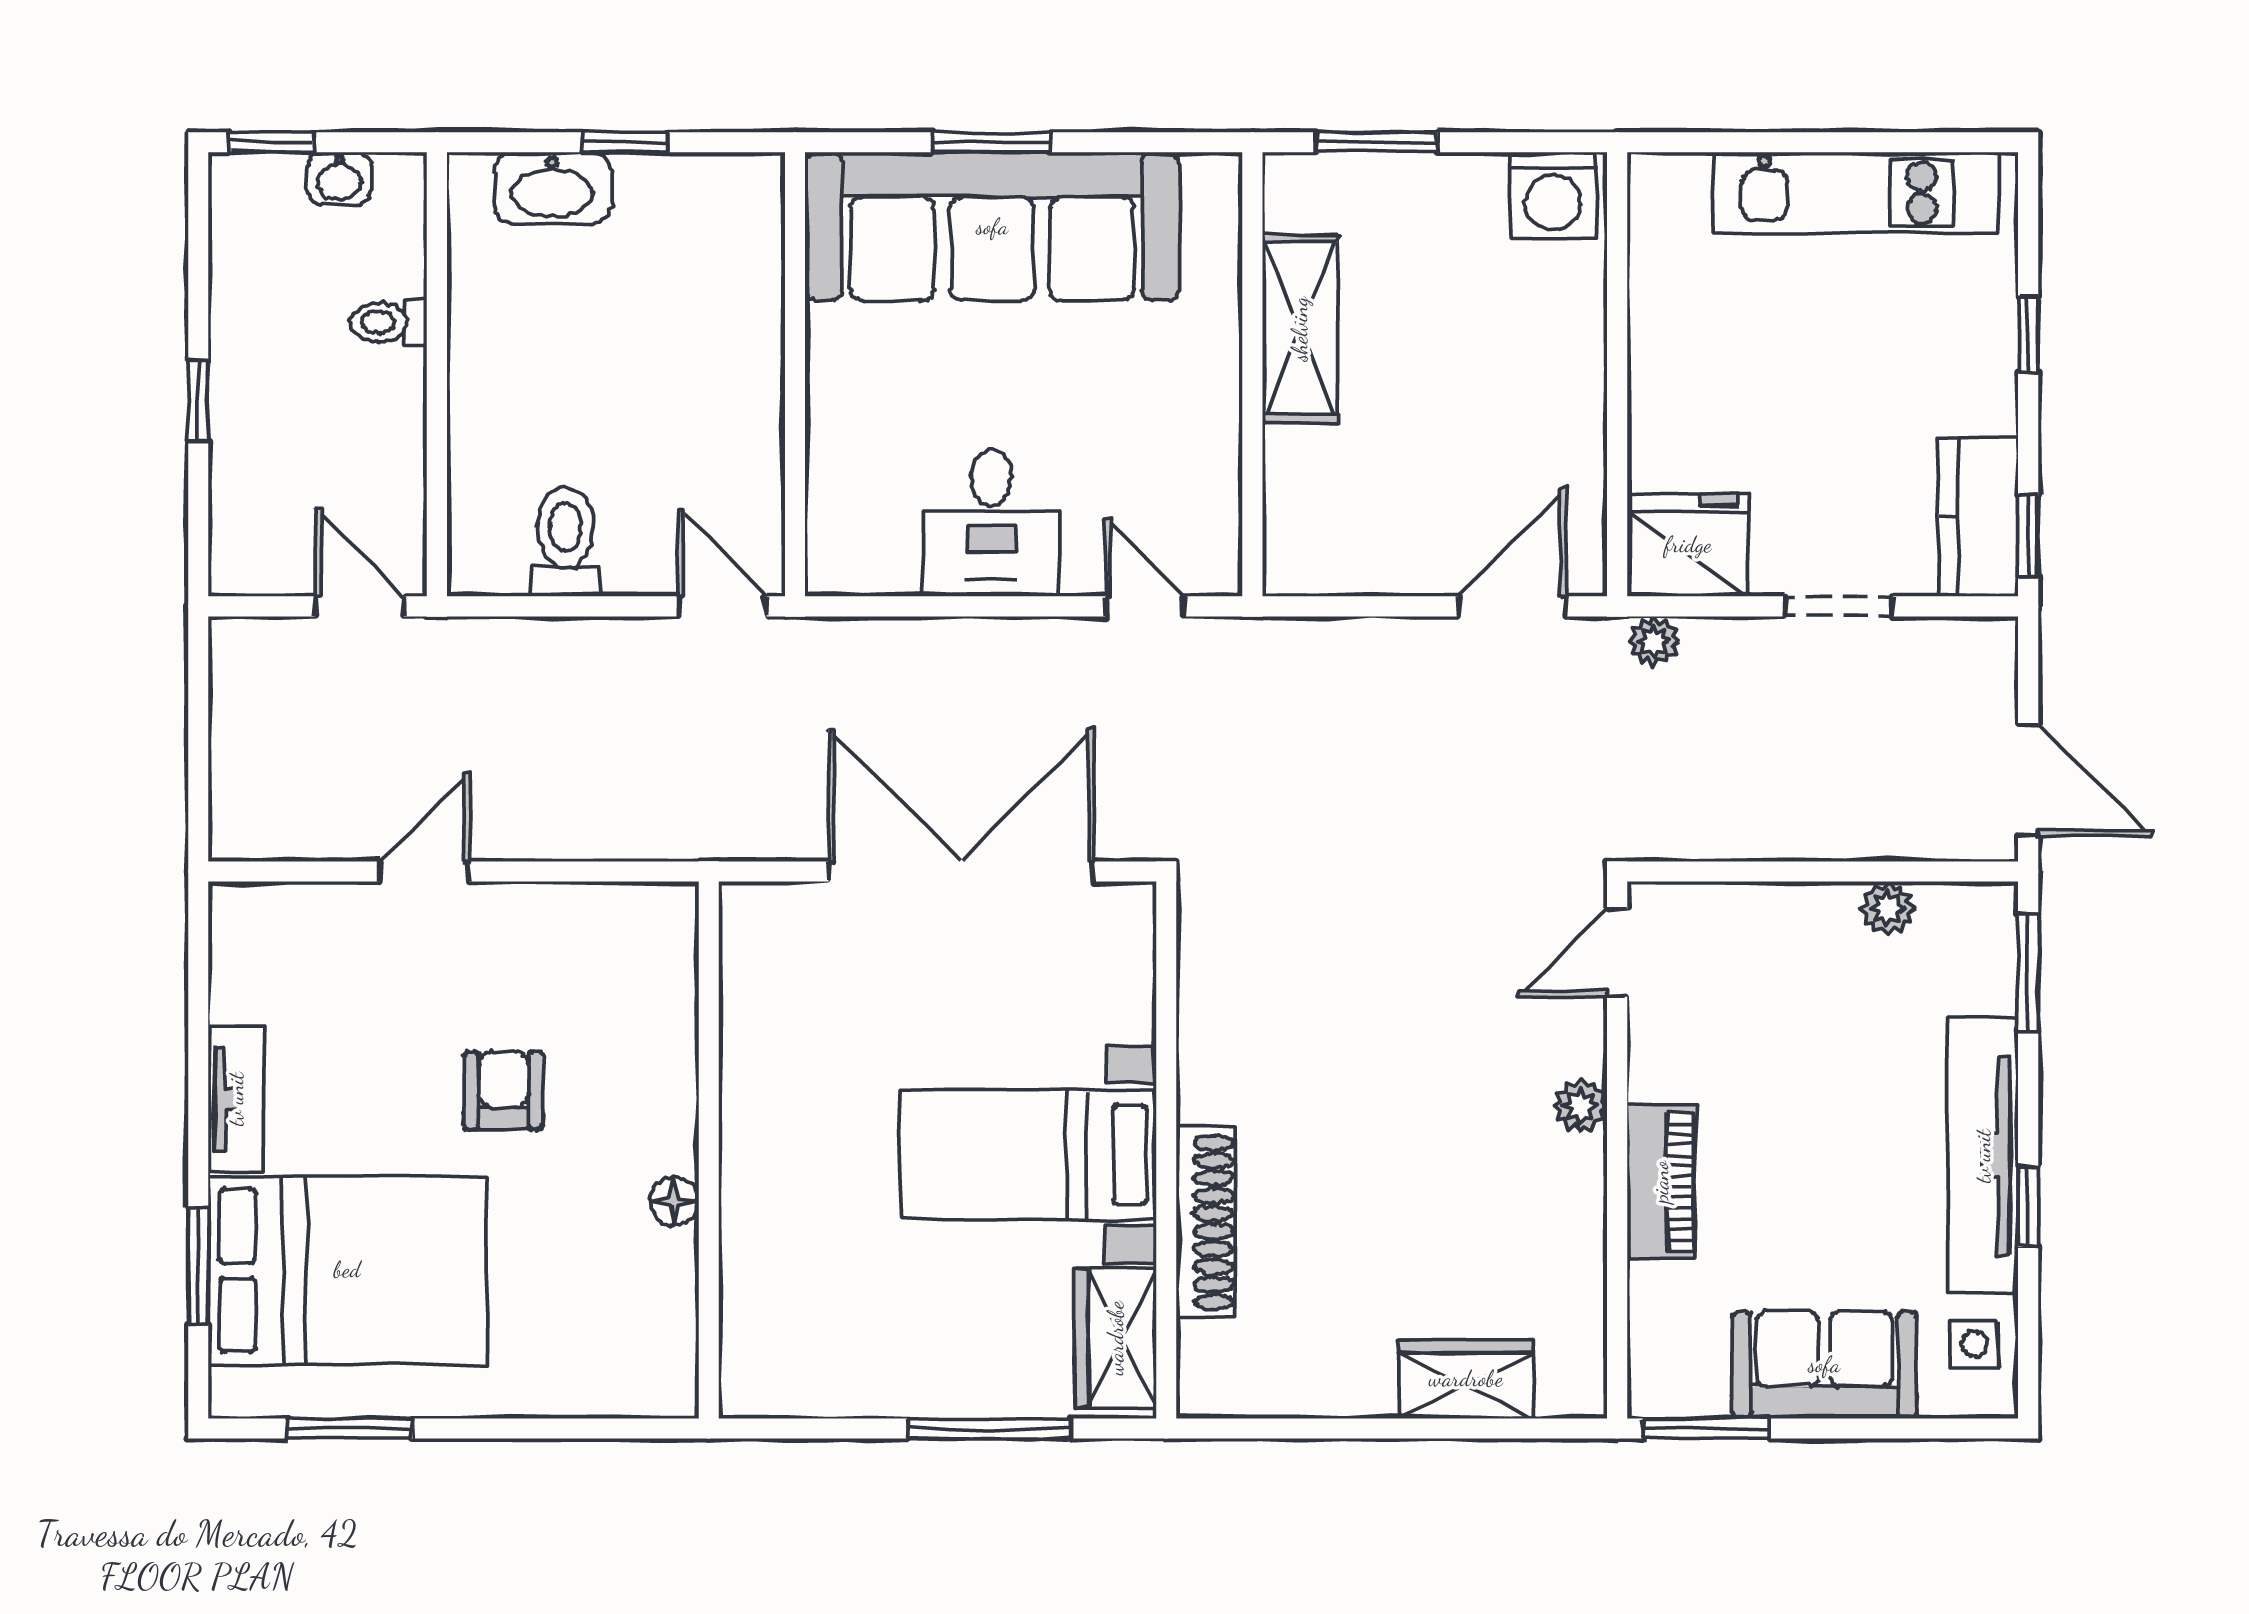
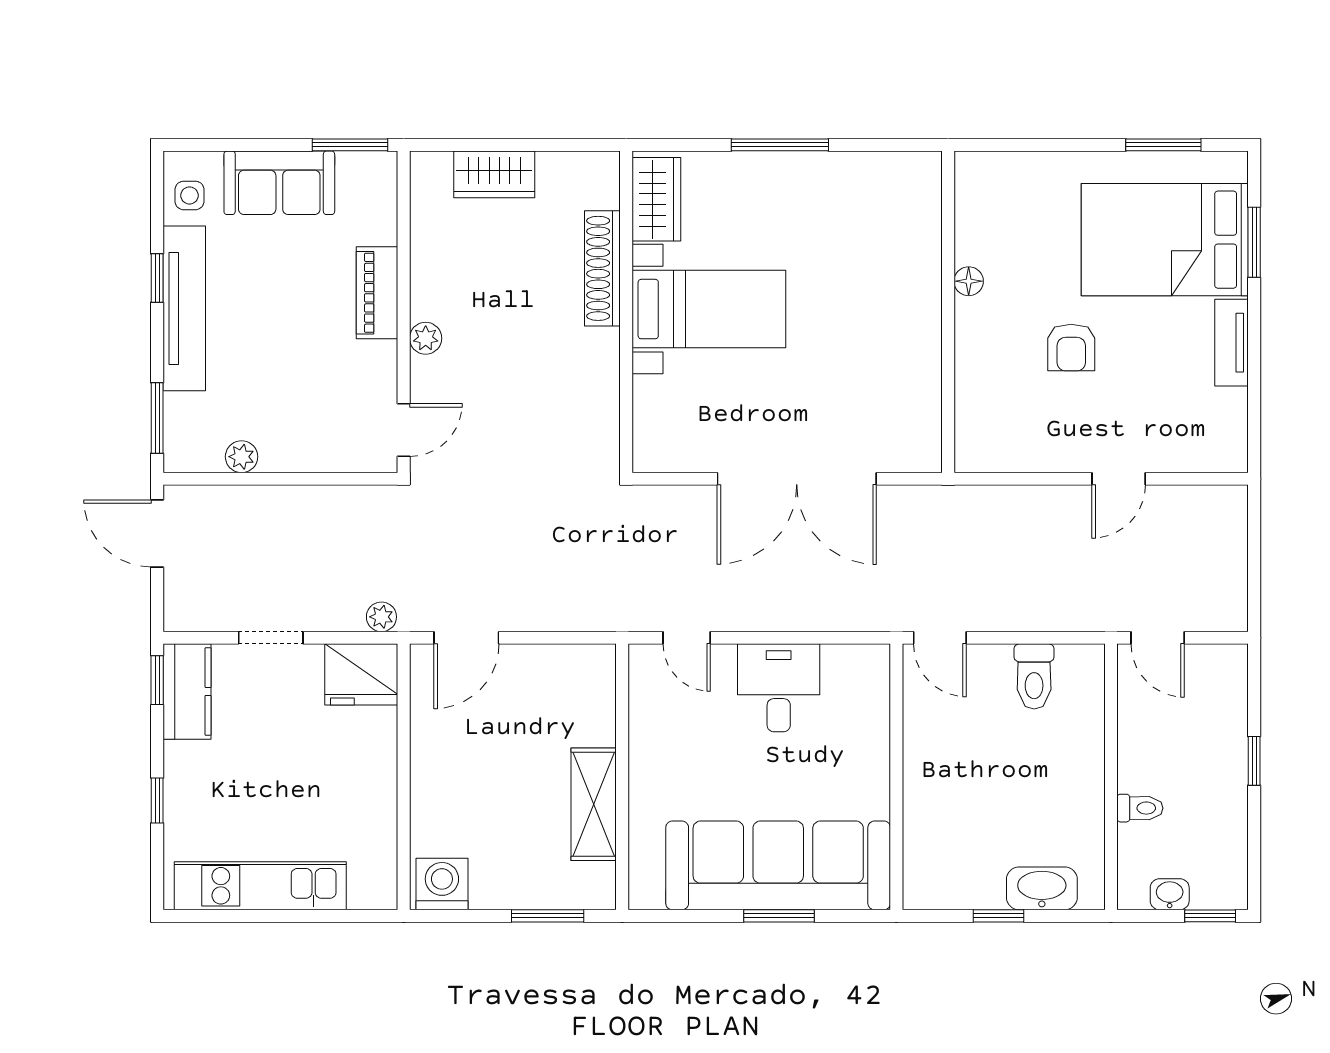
wall: (1166, 1150) -> (626, 312), moved
bed with nightstands: (1028, 1155) -> (709, 309), moved
shoe rack: (1206, 1222) -> (602, 268), moved
wardrobe: (1116, 1338) -> (656, 199), moved

